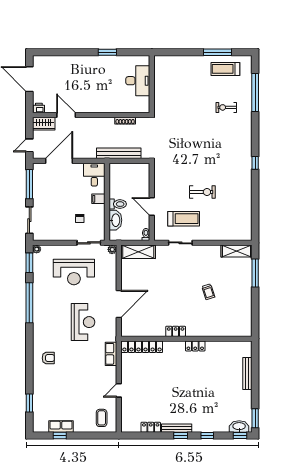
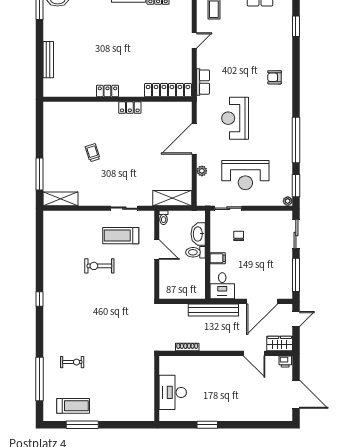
bench: (119, 153) -> (213, 310), moved
plant: (112, 249) -> (202, 171), moved
reception desk: (74, 272) -> (245, 175), turned 180

